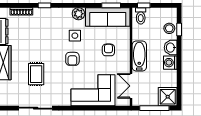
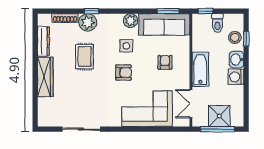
plant: (41, 15) -> (88, 22), added
toilet: (141, 16) -> (217, 23), moved
armchair: (72, 59) -> (124, 73), turned -90
rug: (36, 74) -> (85, 57), moved
shower: (168, 97) -> (219, 116), moved

